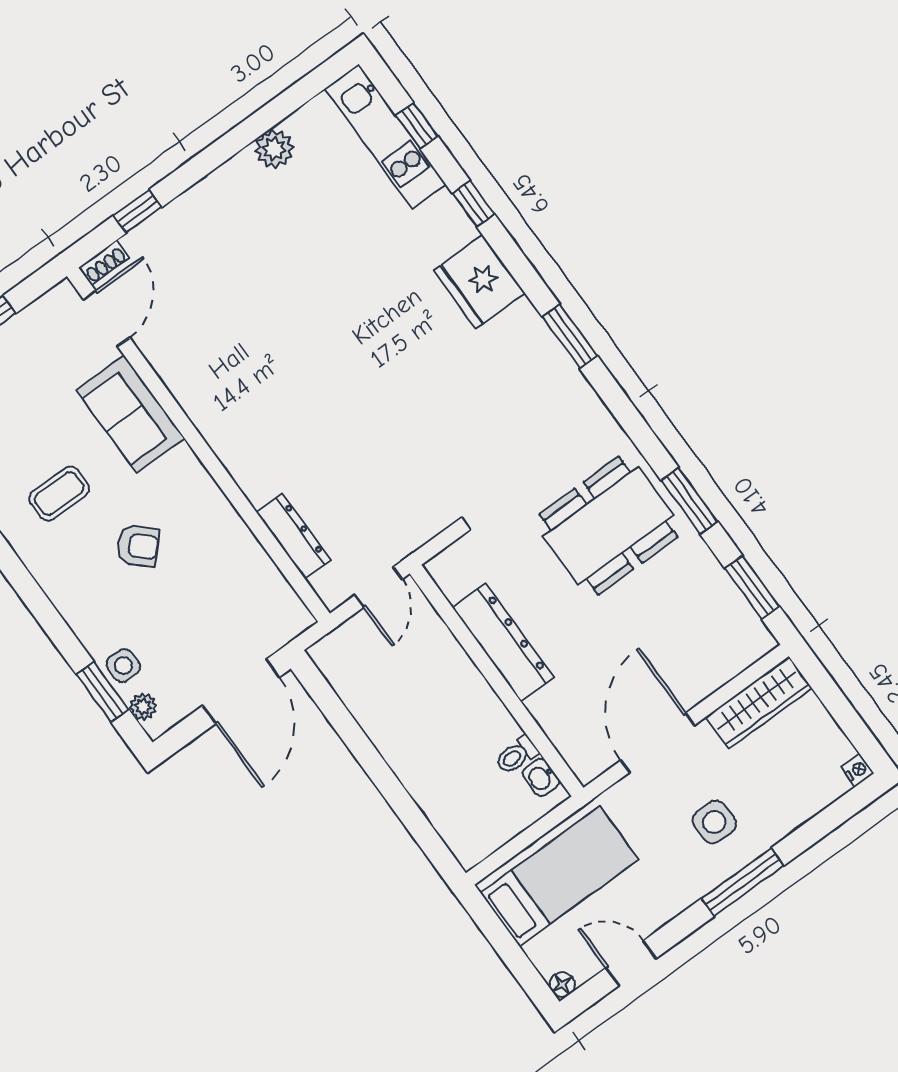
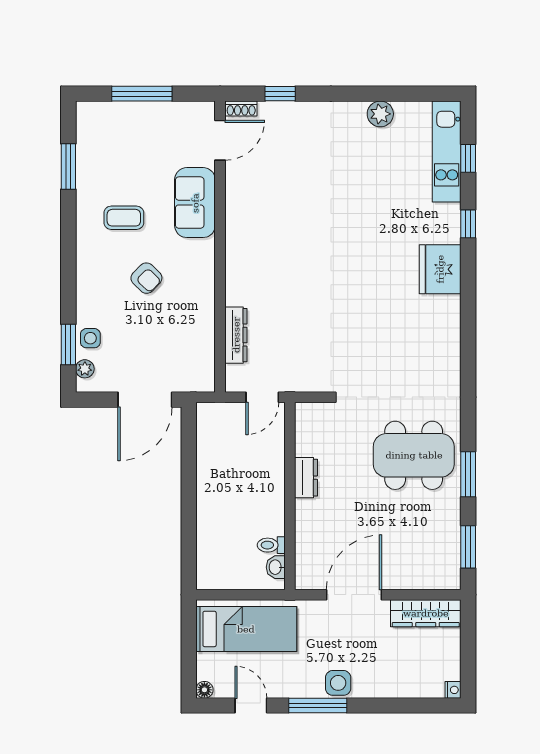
window: (570, 336) -> (468, 336), removed
dresser: (503, 642) -> (306, 478), width x0.51, depth x0.80
side table: (714, 822) -> (338, 683), moved
window: (743, 882) -> (318, 706), moved

